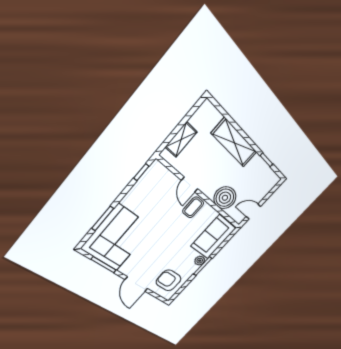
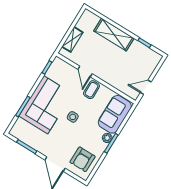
boiler: (225, 198) -> (117, 78), removed
side table: (165, 236) -> (73, 117), added
corner sofa: (117, 238) -> (46, 105), moved
armchair: (169, 280) -> (83, 159), turned -90

